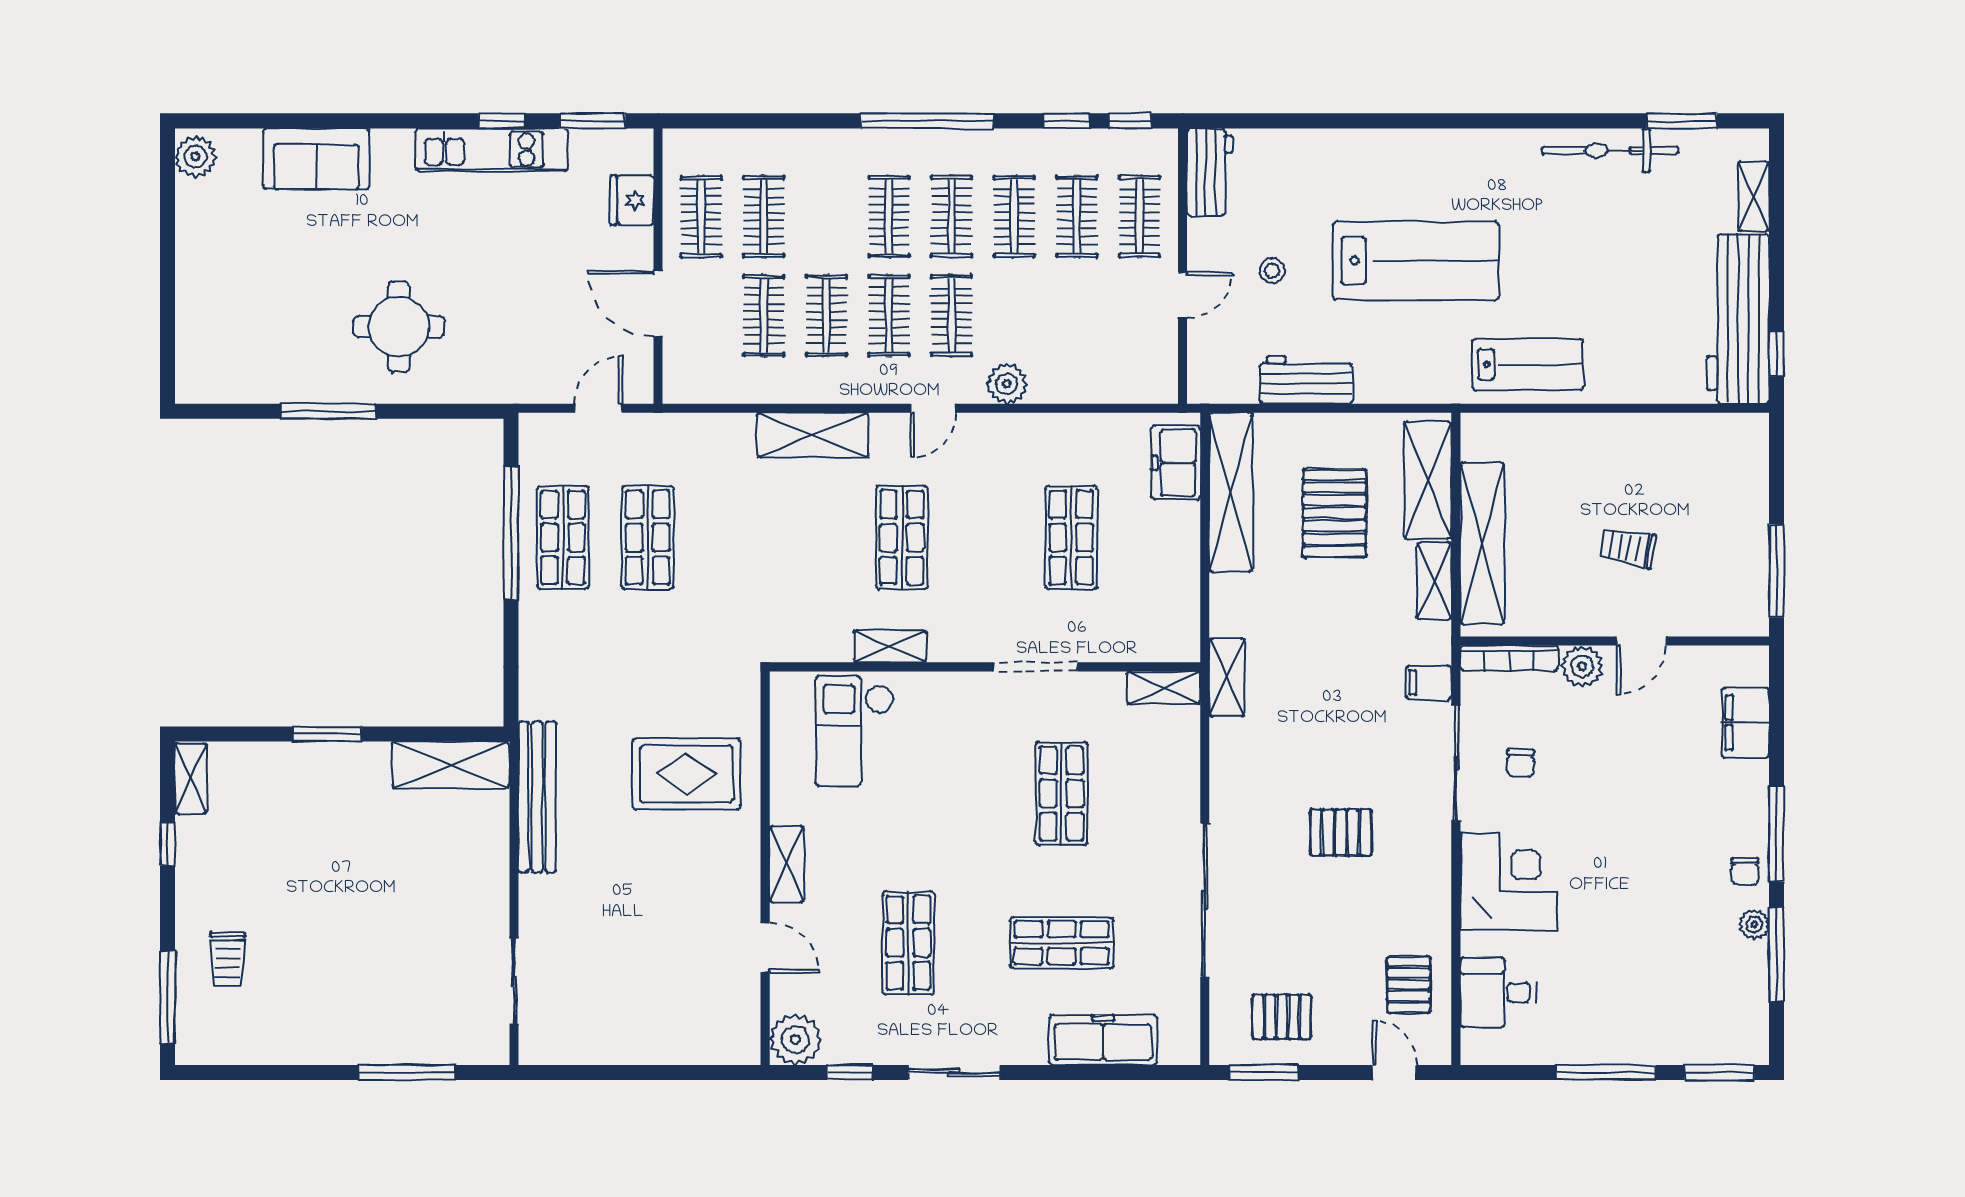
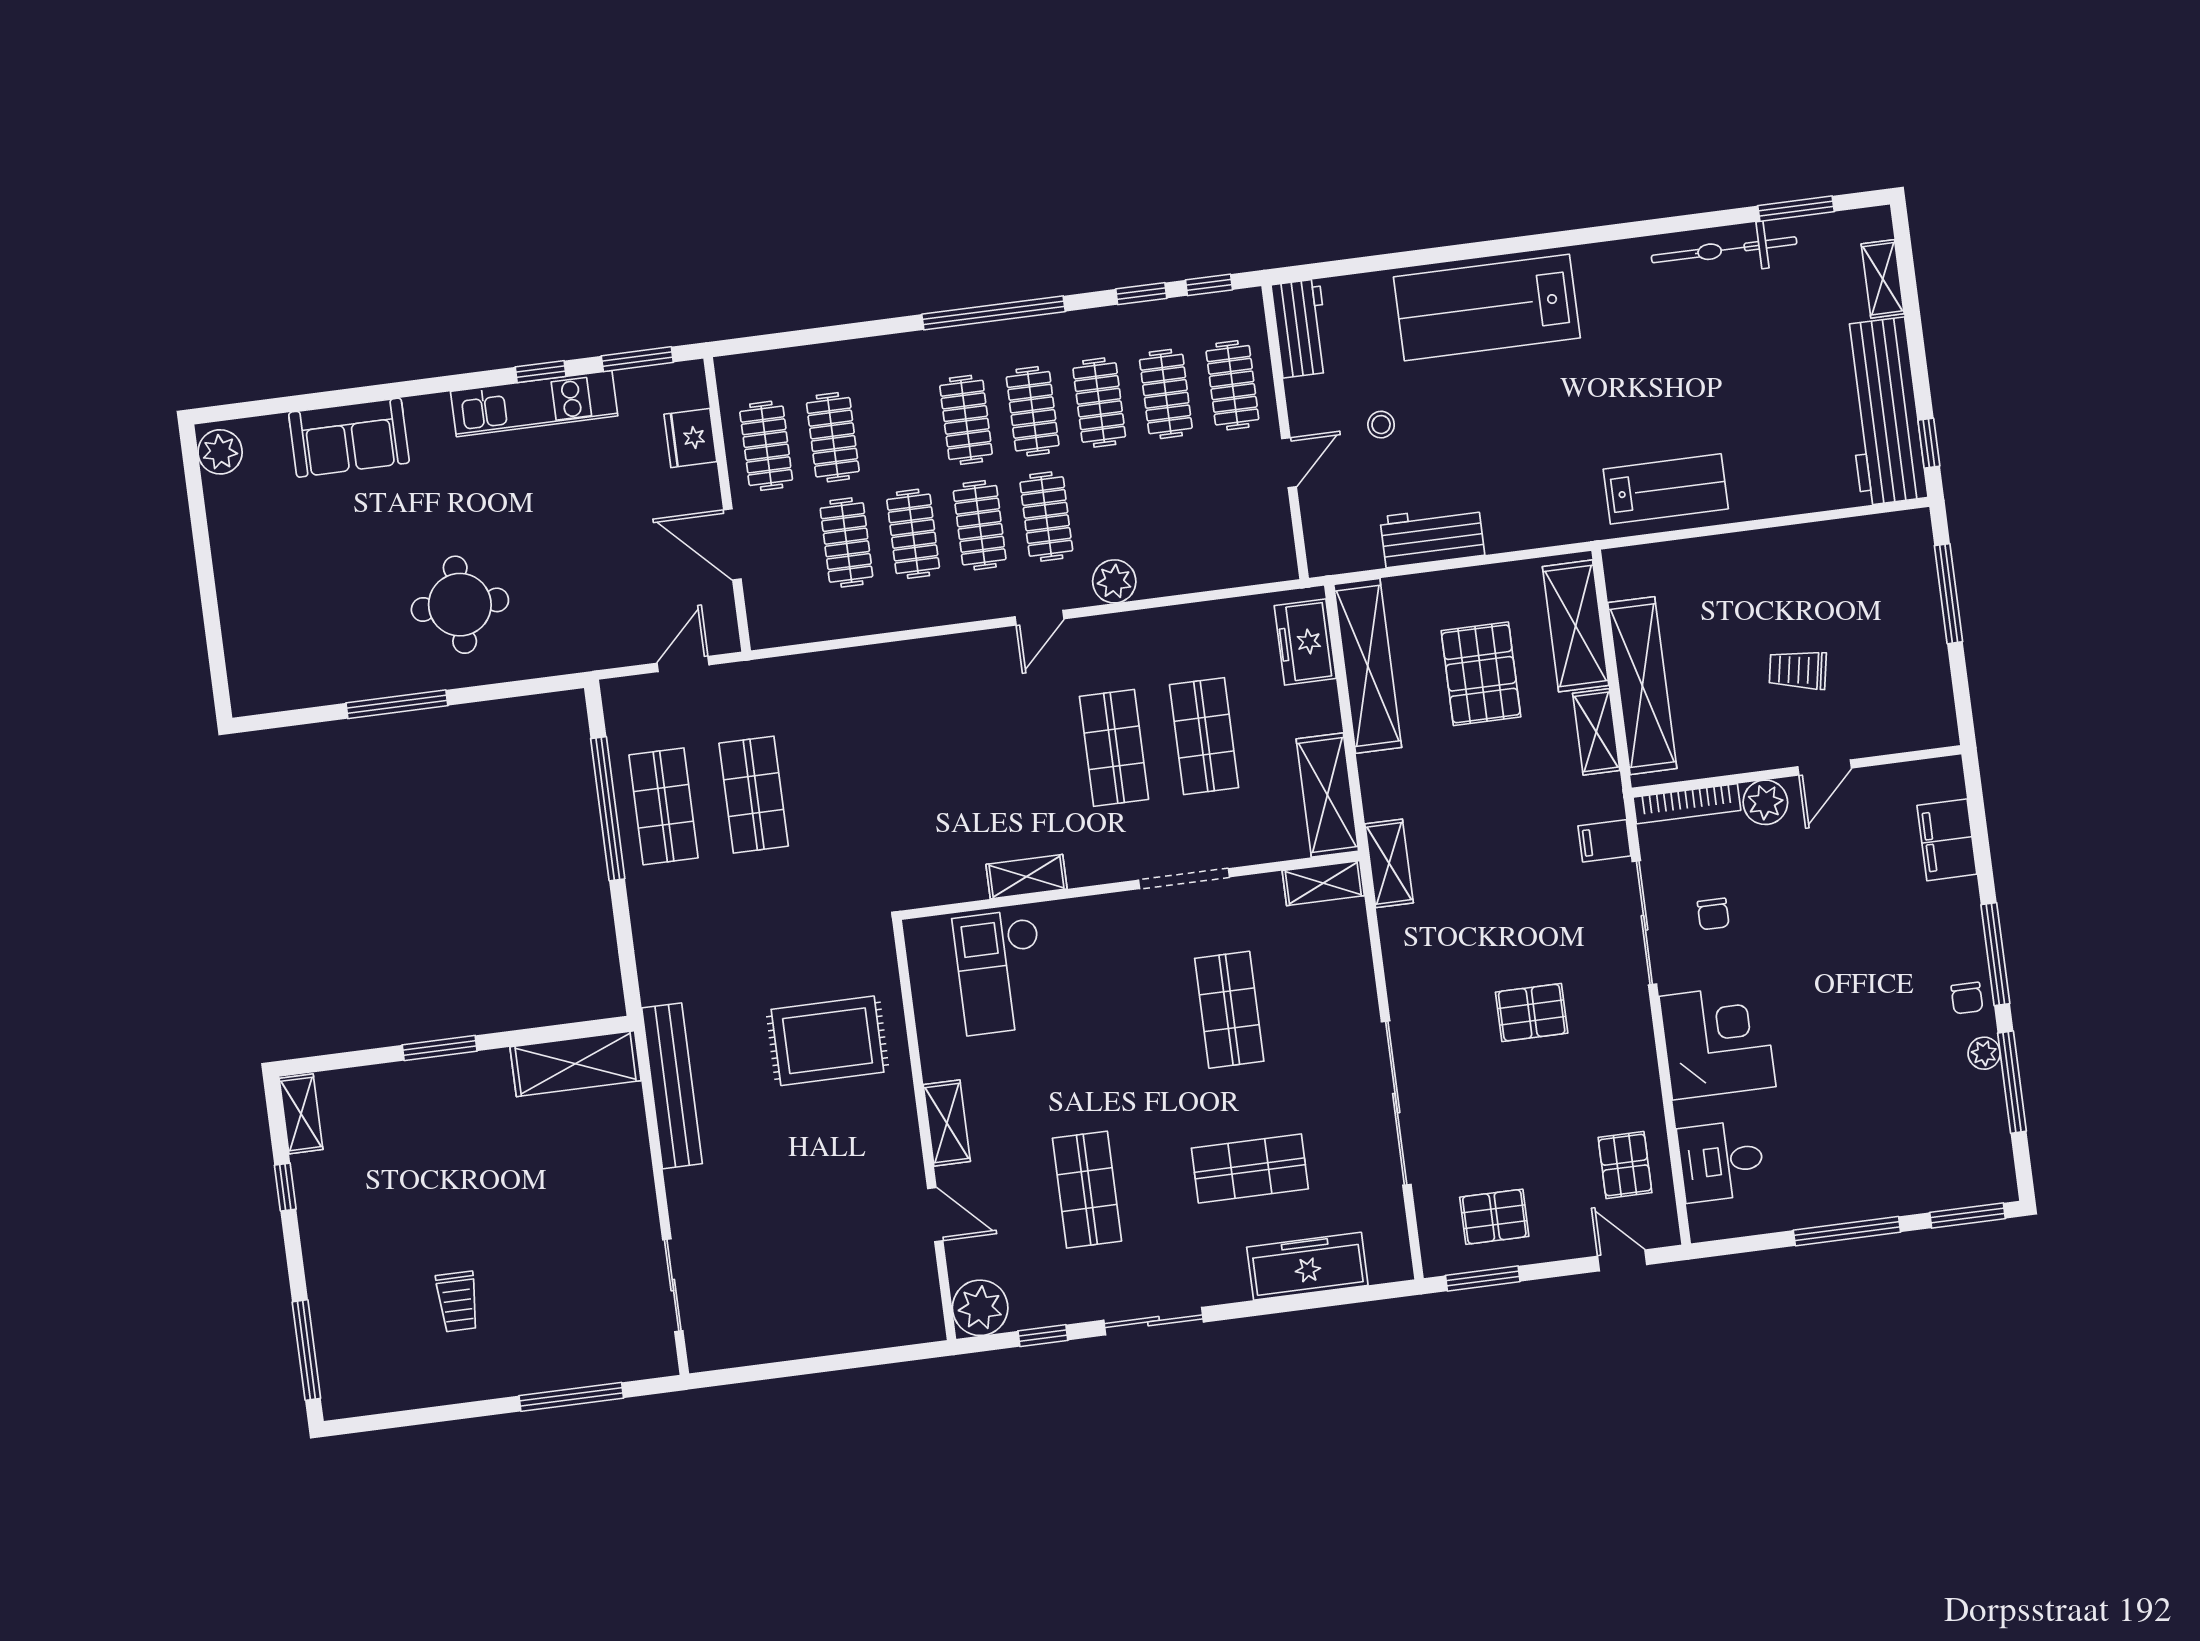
lab bench: (1416, 261) -> (1487, 307), moved, turned 180
shelving: (813, 435) -> (1327, 795), moved, turned 90
shop shelf: (902, 538) -> (1114, 748), moved
window: (1777, 571) -> (1949, 594), moved
trolley: (227, 959) -> (458, 1302), moved

